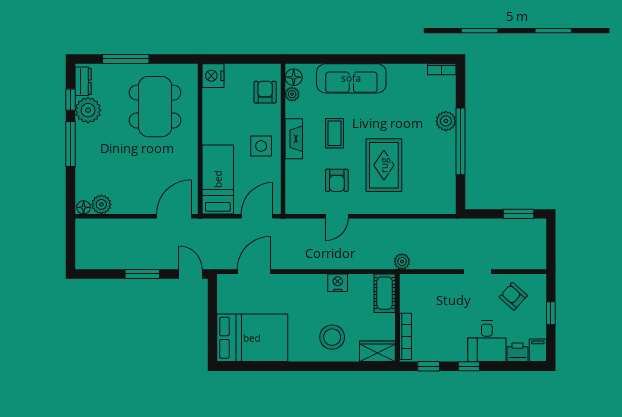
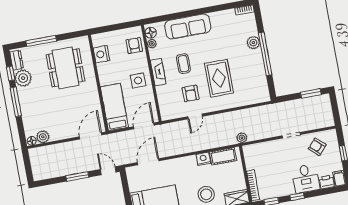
nightstand: (213, 76) -> (101, 54), moved
cot: (385, 293) -> (223, 156), moved, turned 90

